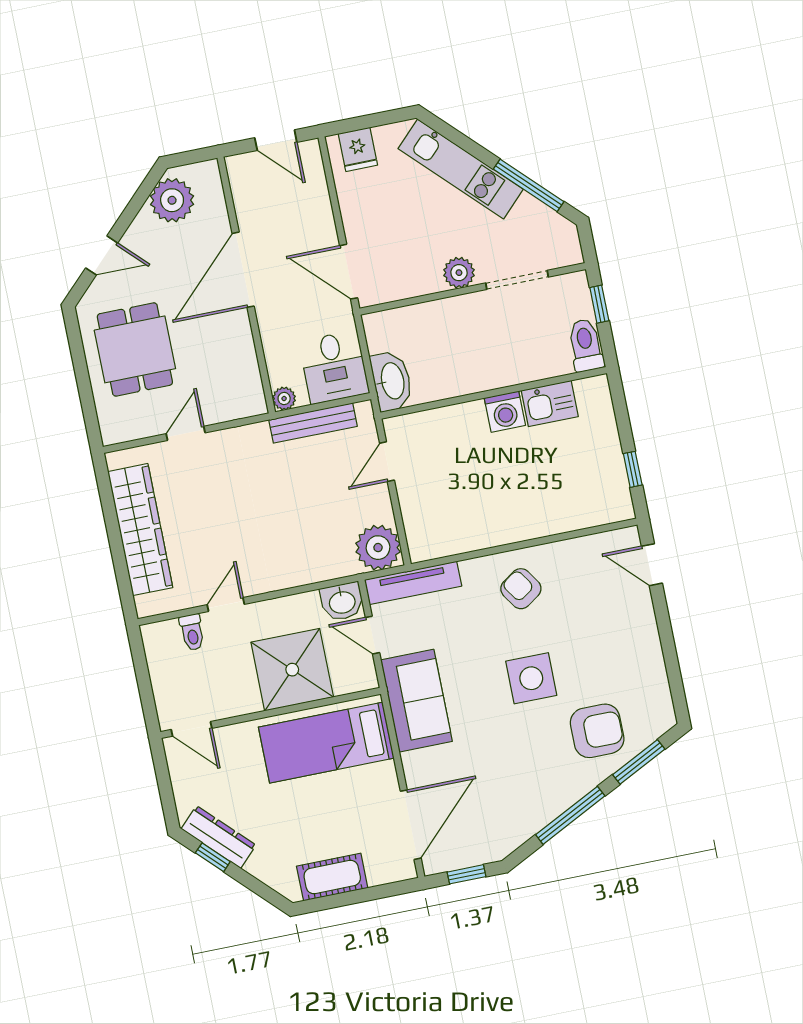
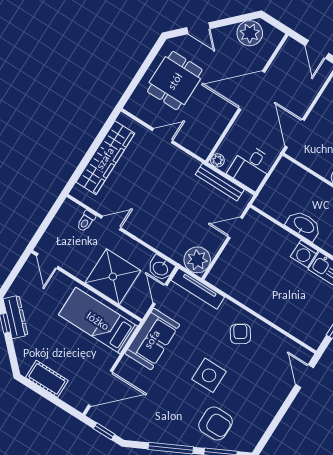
washbasin: (392, 381) -> (304, 225), moved, turned -90

